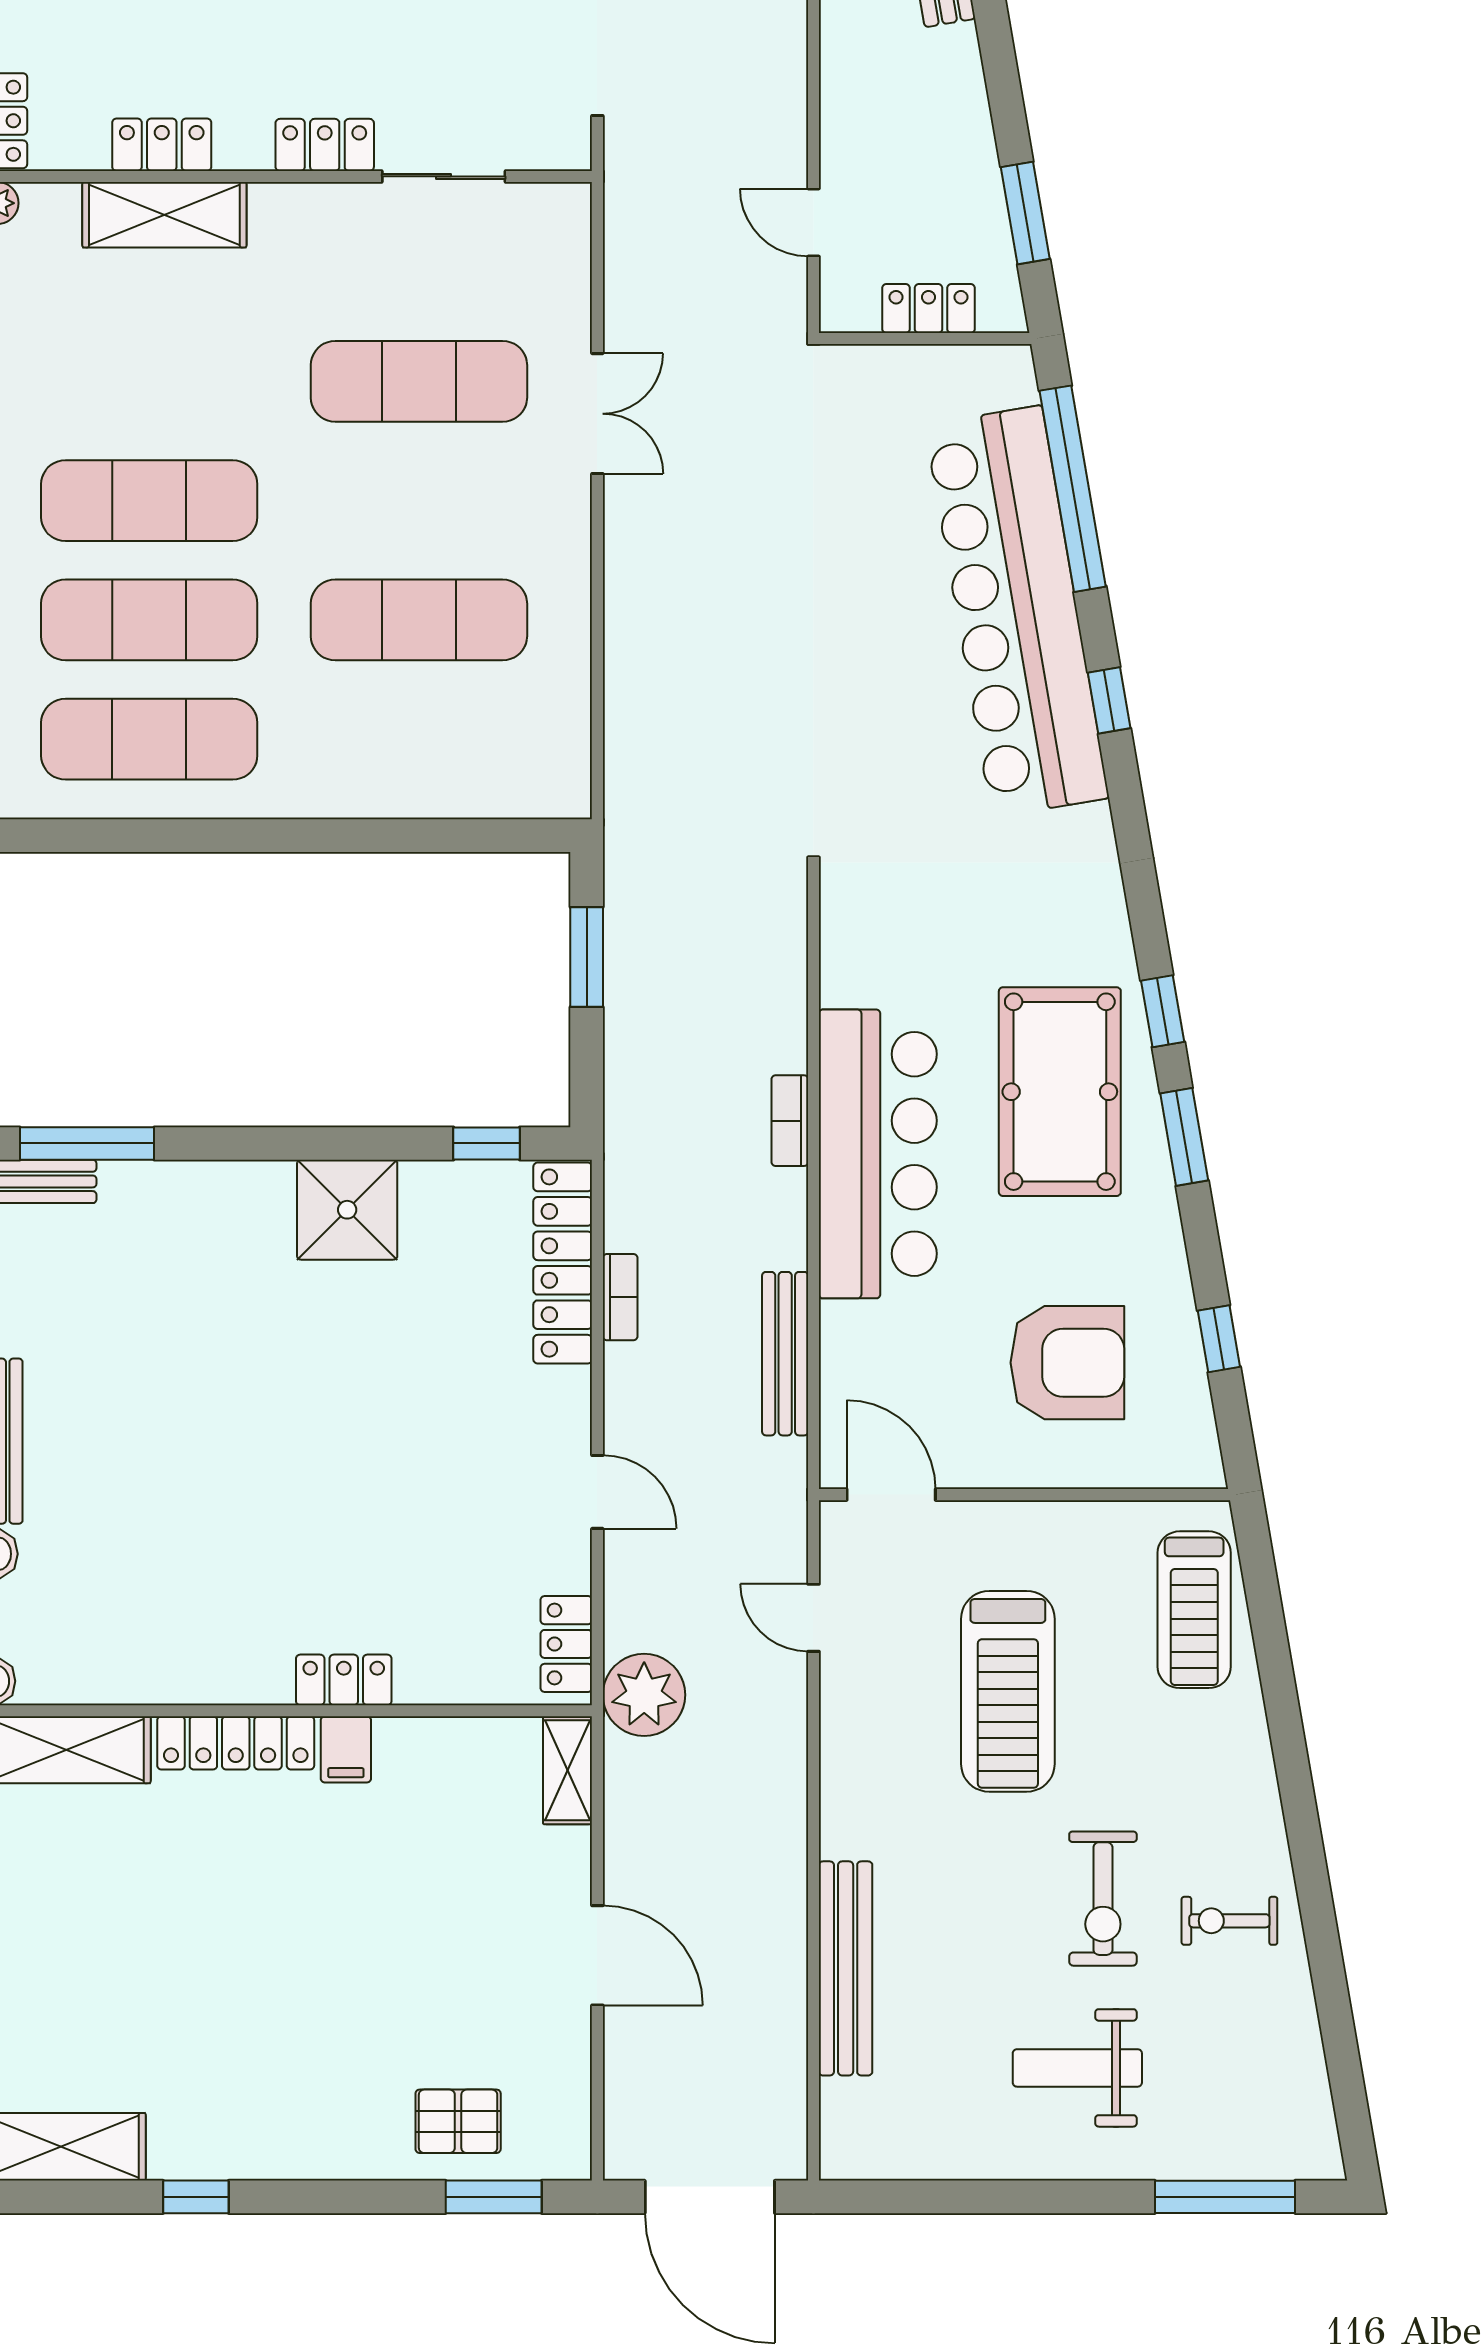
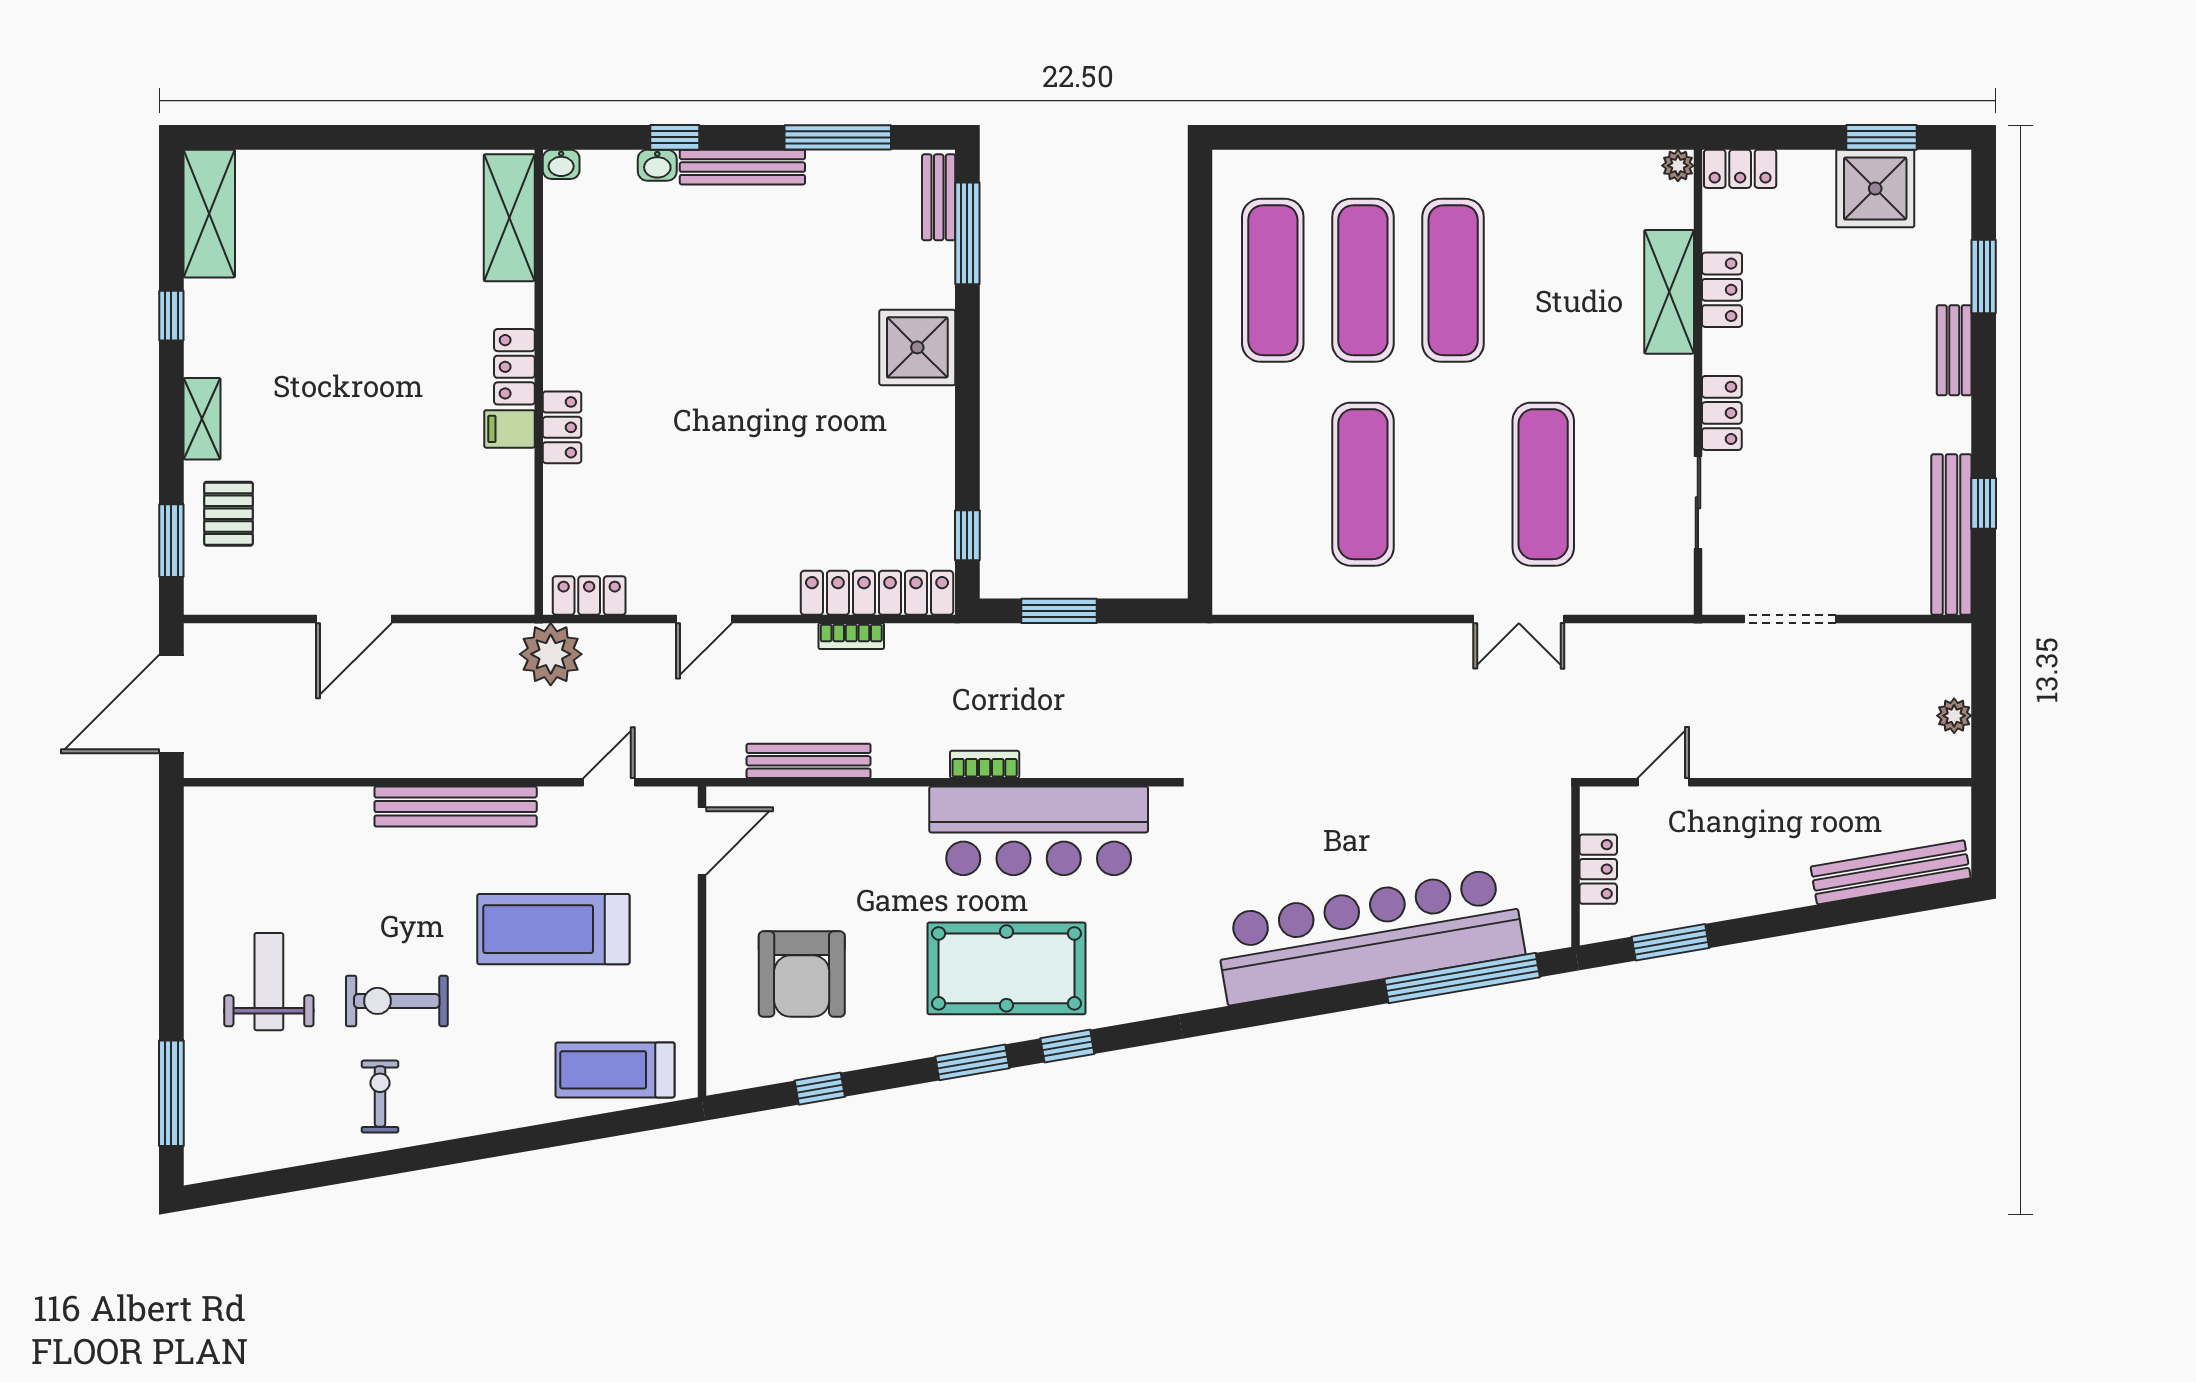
window: (1109, 700) -> (1302, 1006), removed
window: (587, 957) -> (1059, 611), moved
bar counter: (878, 1154) -> (1039, 831), moved
shower: (347, 1210) -> (917, 347), moved
locker: (236, 1743) -> (514, 367), width x0.66
shelving: (568, 1770) -> (202, 419), moved, turned 90
bench: (846, 1968) -> (456, 806), moved

